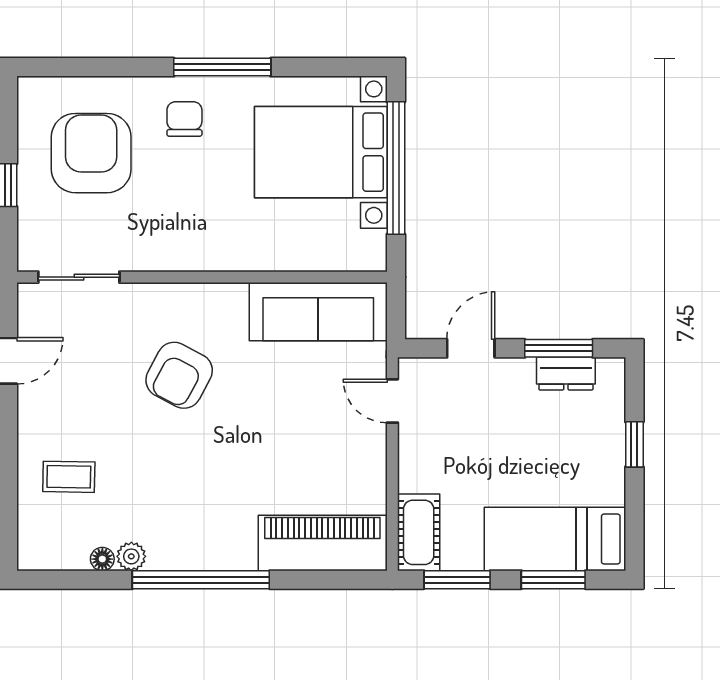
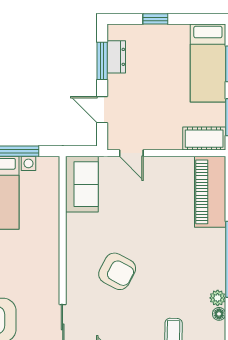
sofa: (318, 312) -> (82, 184), width x0.73
door: (392, 401) -> (131, 153), hinge flipped

